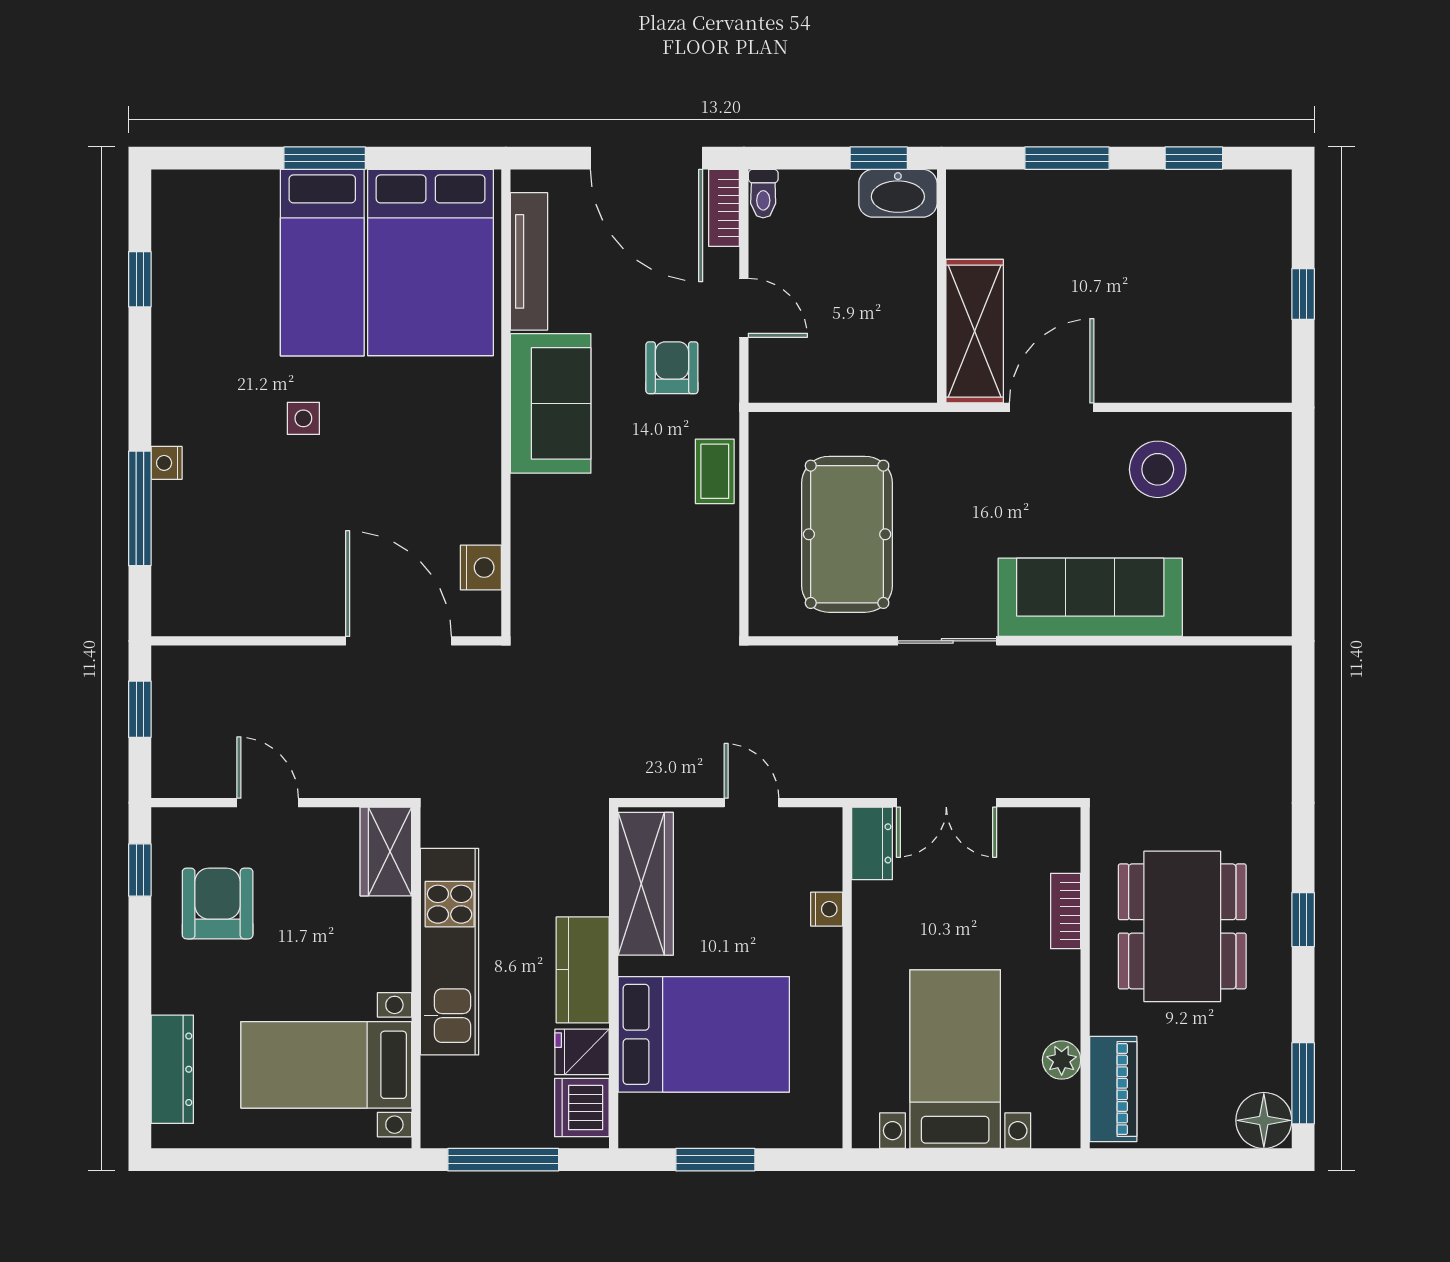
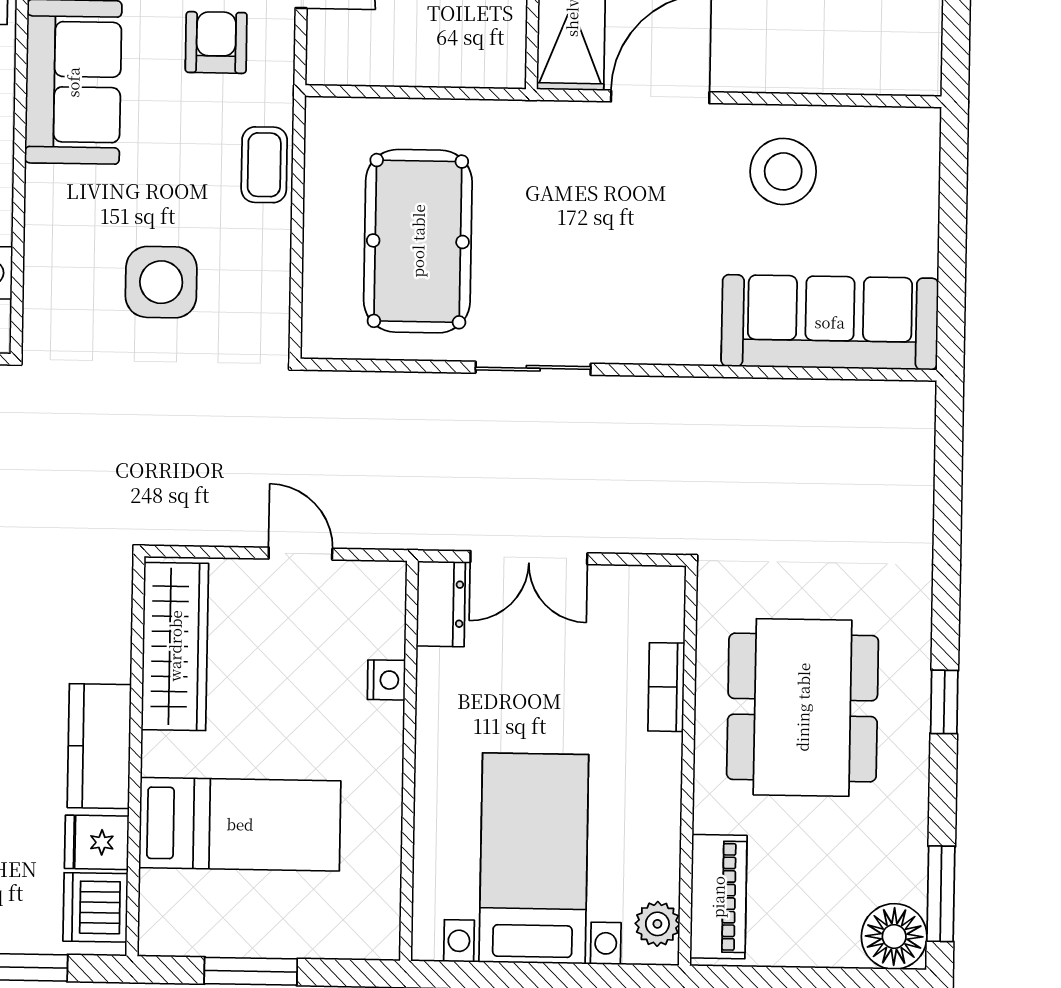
side table: (629, 573) -> (161, 282), added
sofa: (1090, 597) -> (830, 322), moved
bed: (704, 1034) -> (240, 824), width x0.67
plant: (1062, 1060) -> (657, 924), moved

